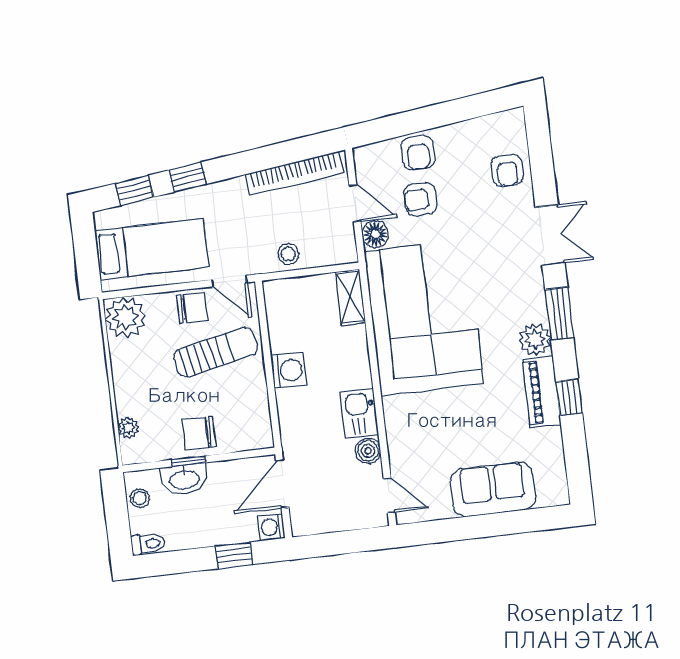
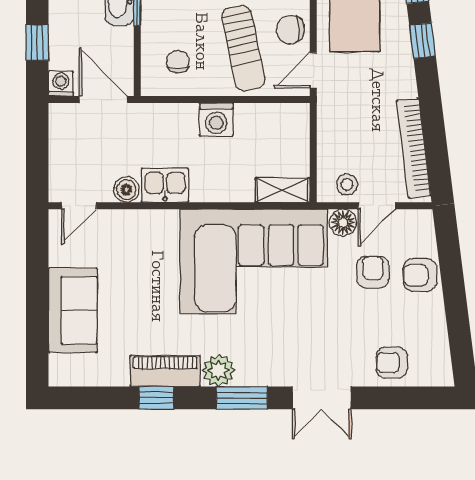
stool: (288, 254) -> (347, 184), moved
chair: (192, 308) -> (290, 29), turned 90
chair: (199, 433) -> (178, 62), moved, width x0.73, depth x0.73

